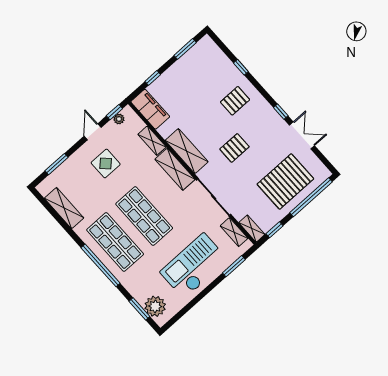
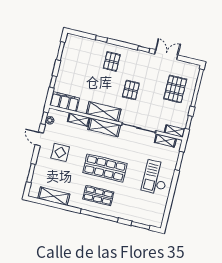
pallet: (285, 181) -> (175, 89), width x0.73, depth x0.71
shop shelf: (115, 242) -> (98, 196), width x0.70, depth x0.74
checkout: (194, 266) -> (155, 177), width x0.73, depth x0.83
plant: (155, 306) -> (149, 218), removed

